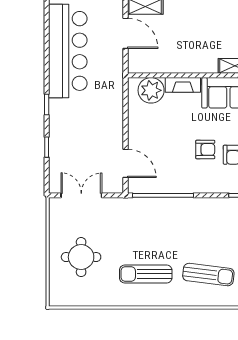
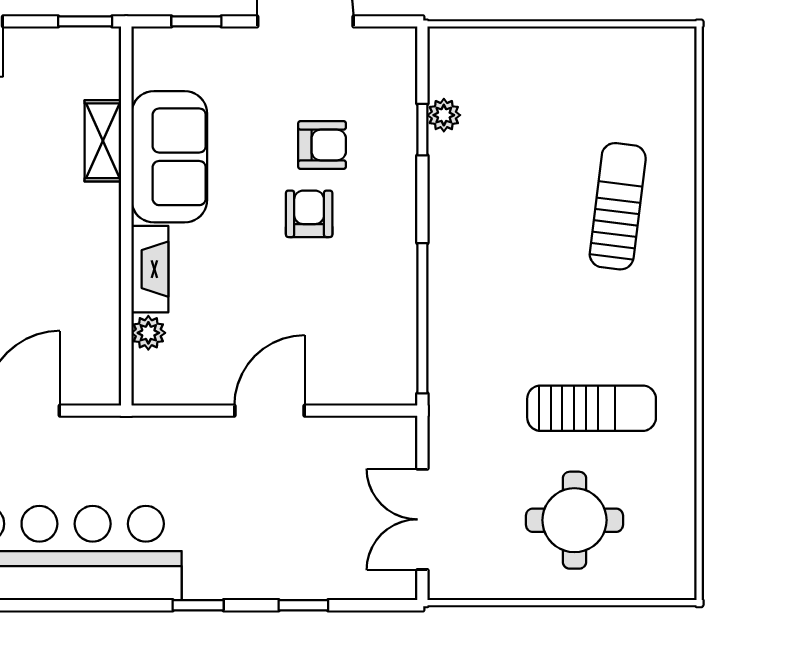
plant: (151, 90) -> (148, 333), width x0.53, depth x0.53
door: (125, 163) -> (270, 411), moved
sun lounger: (146, 274) -> (592, 408), moved, turned -90

